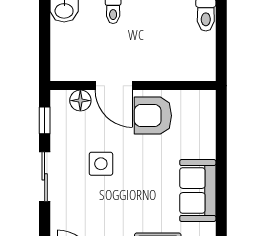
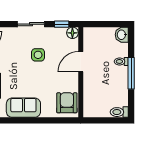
floor lamp: (80, 101) -> (72, 33), moved
armchair: (153, 116) -> (67, 103), moved

